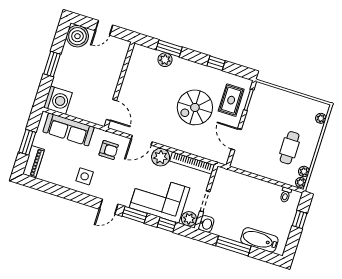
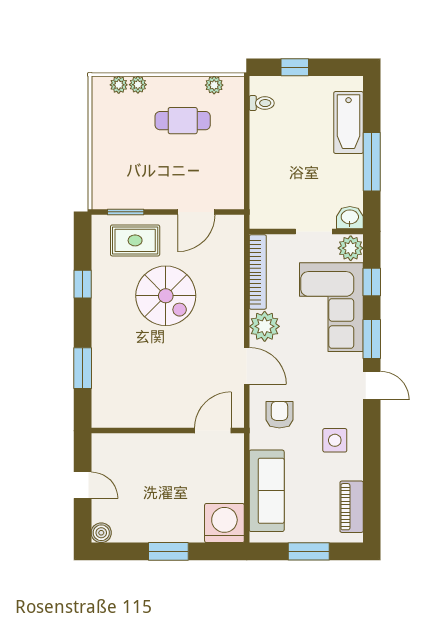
boiler: (77, 36) -> (101, 533), width x0.54, depth x0.54
plant: (165, 60) -> (103, 369), removed
piano: (34, 162) -> (352, 507), moved, turned -90
plant: (301, 182) -> (138, 85), moved

